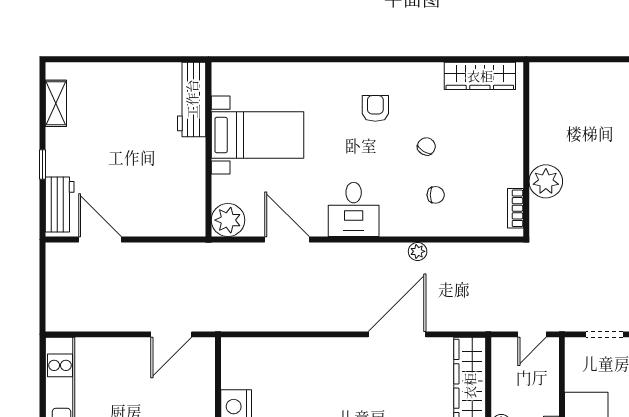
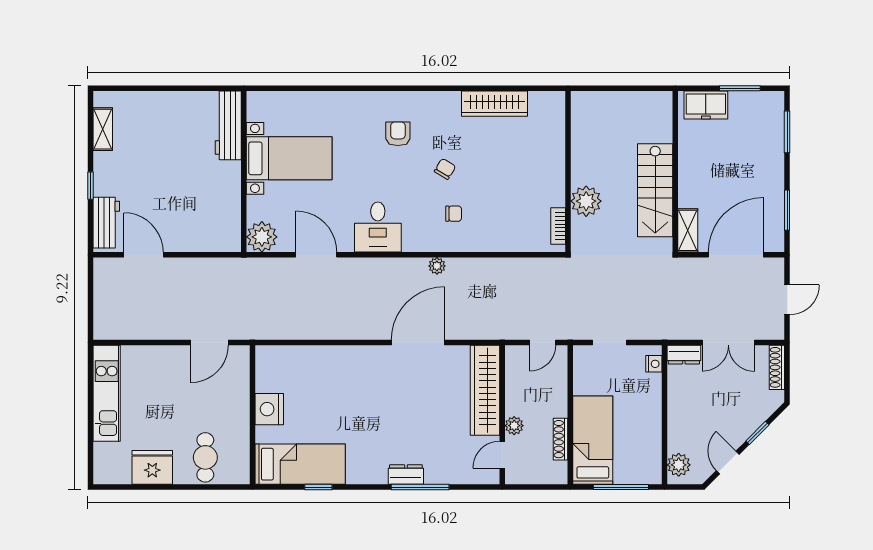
wall: (526, 149) -> (568, 172), moved
plant: (546, 181) -> (586, 201), moved
bookcase: (516, 208) -> (558, 226), moved

